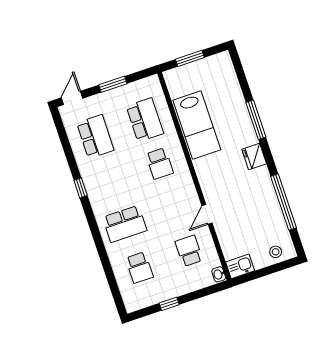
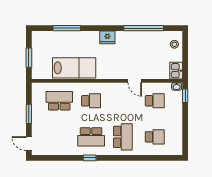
window: (256, 120) -> (67, 28), moved
school desk: (95, 137) -> (91, 137), moved, turned 180
school desk: (189, 251) -> (155, 101), turned 180
window: (169, 304) -> (185, 96), moved

